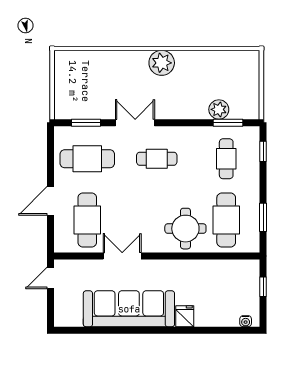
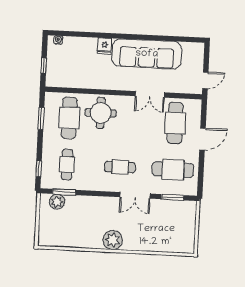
plant: (219, 109) -> (57, 202), moved

